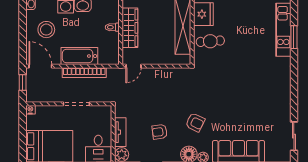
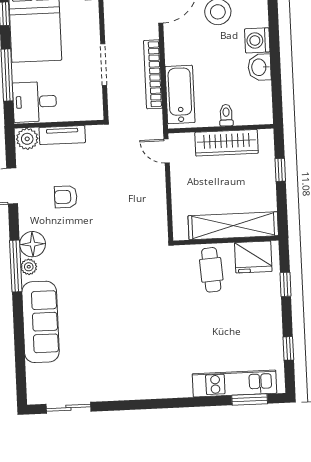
window: (294, 37) -> (250, 400), moved
bathtub: (79, 56) -> (180, 94), moved
armchair: (195, 122) -> (83, 252), removed
armchair: (160, 132) -> (66, 197), turned -82

